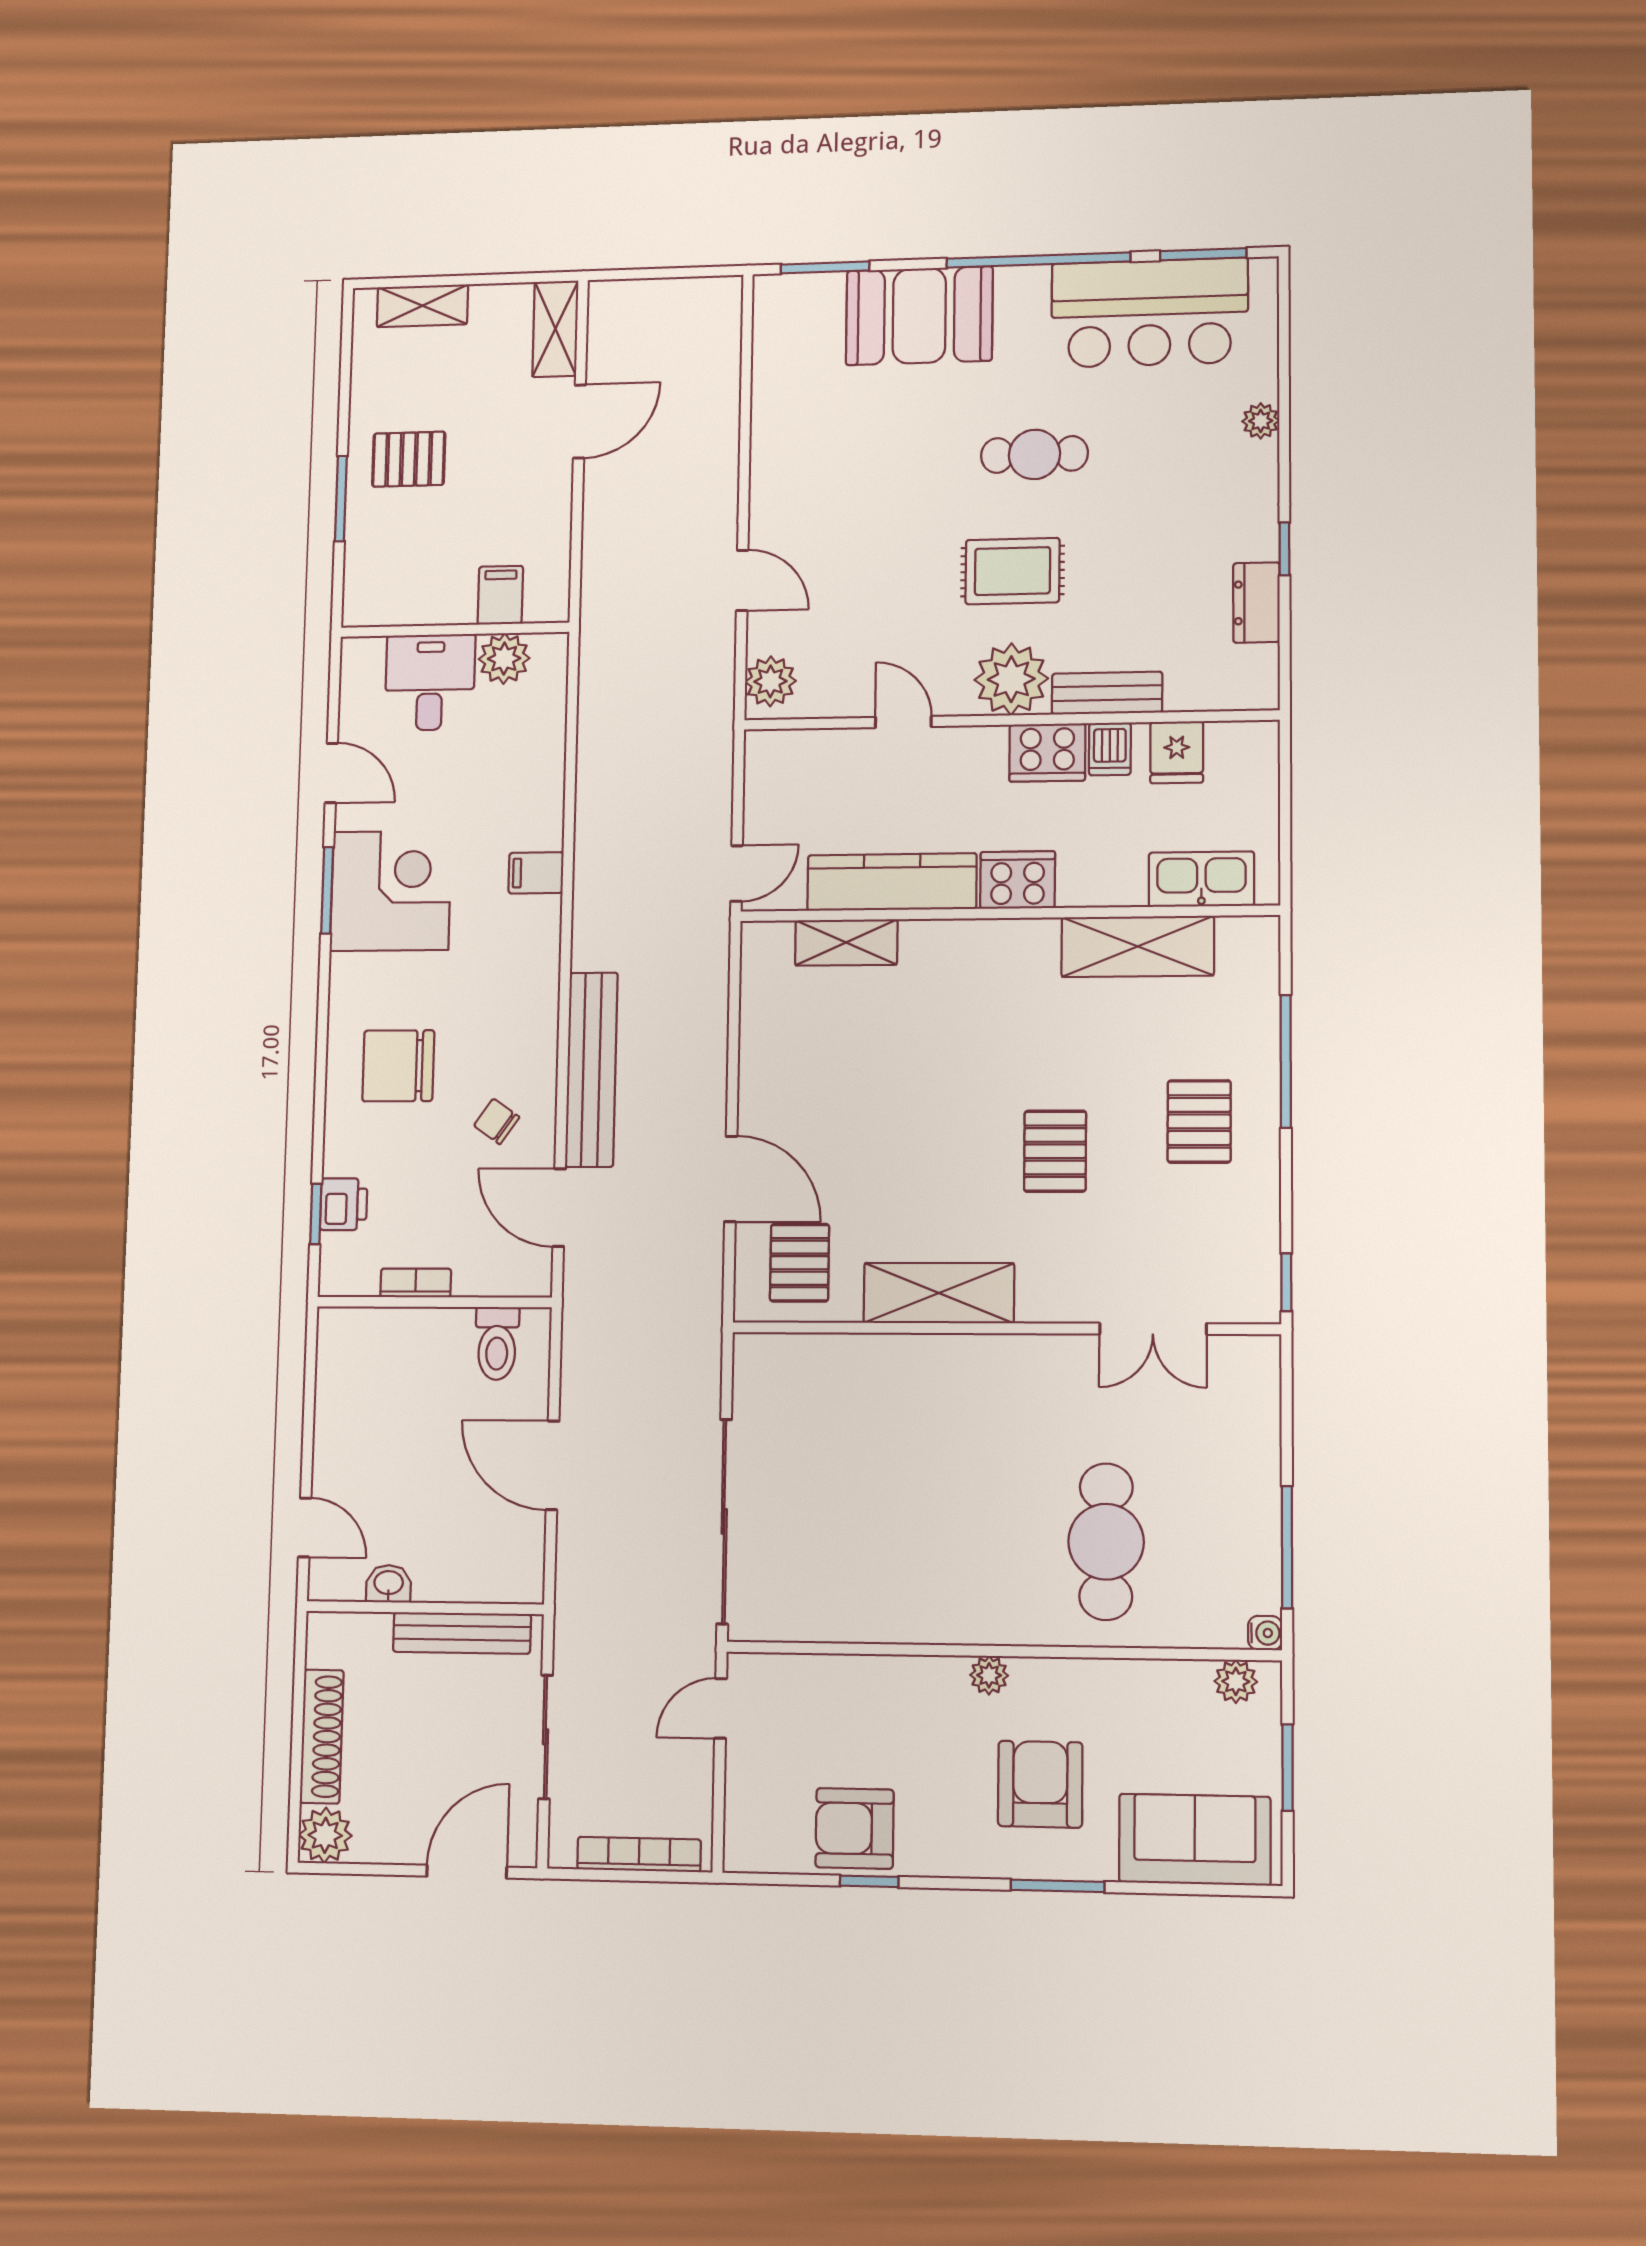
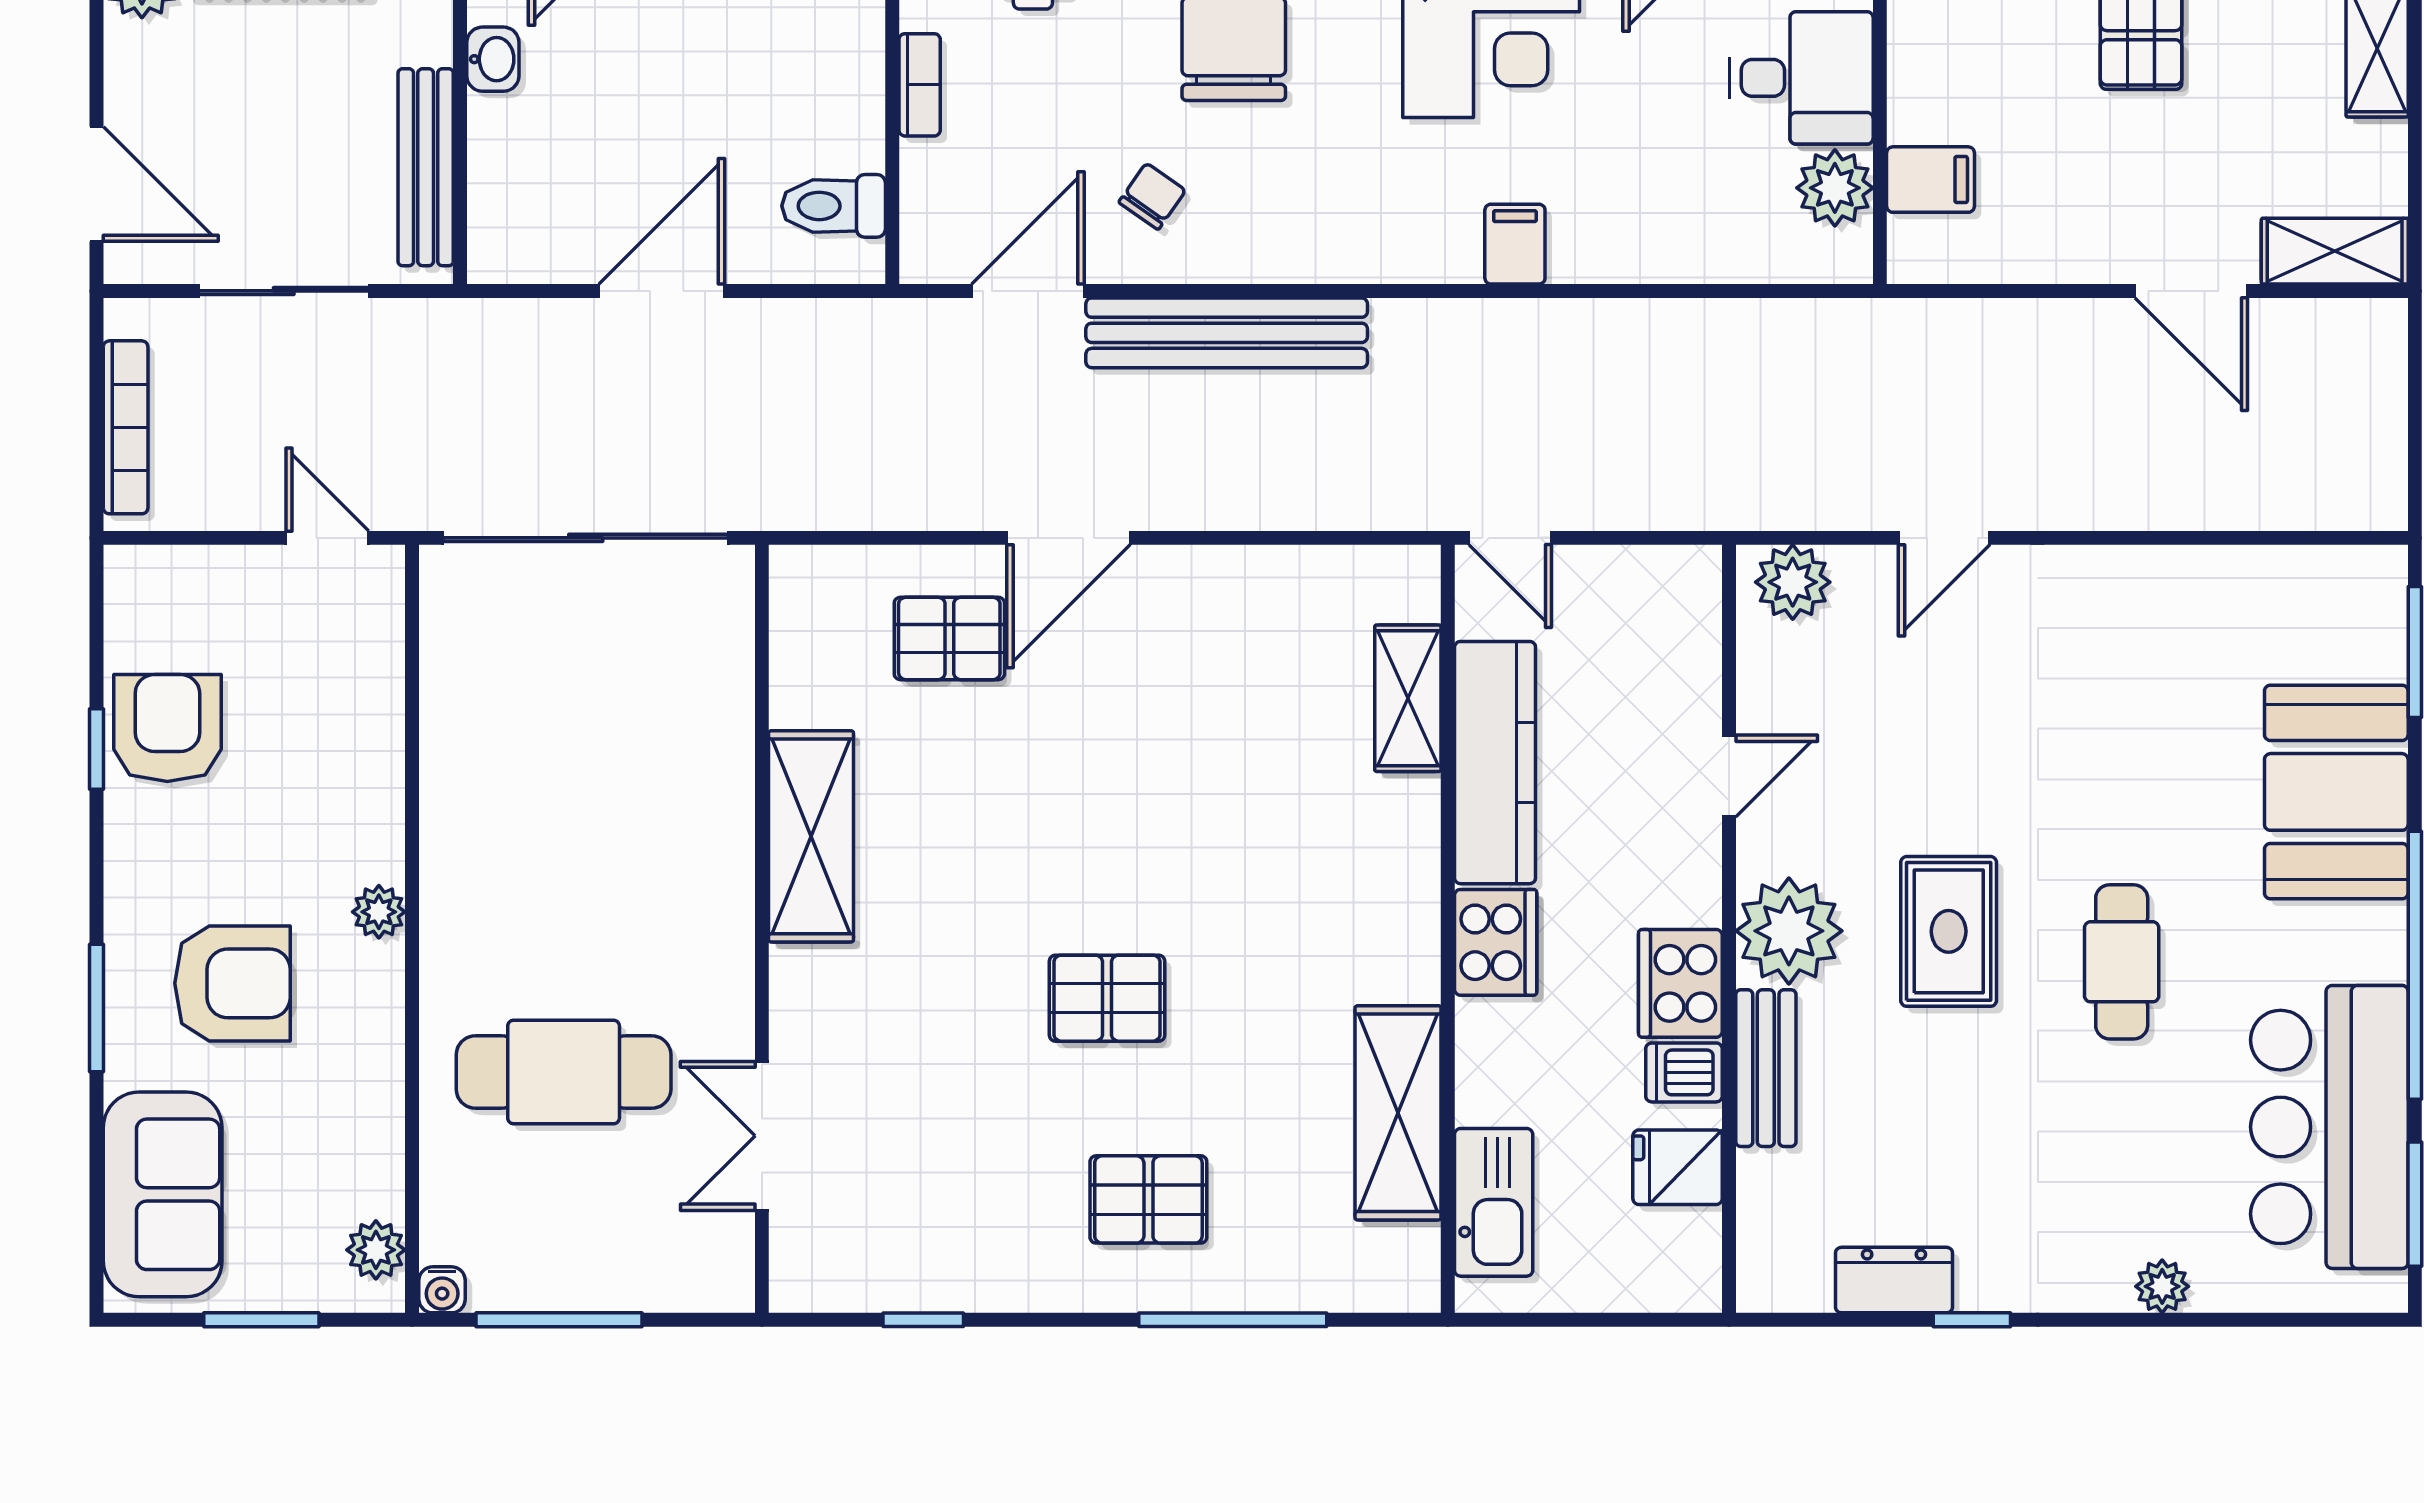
shelving: (939, 1293) -> (811, 836), moved
wall: (1004, 1328) -> (762, 929), moved
double door: (1153, 1329) -> (762, 1136), moved

